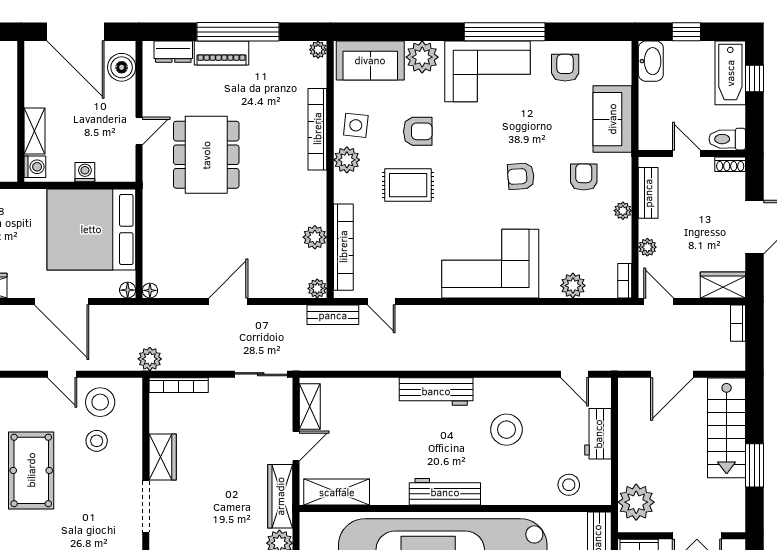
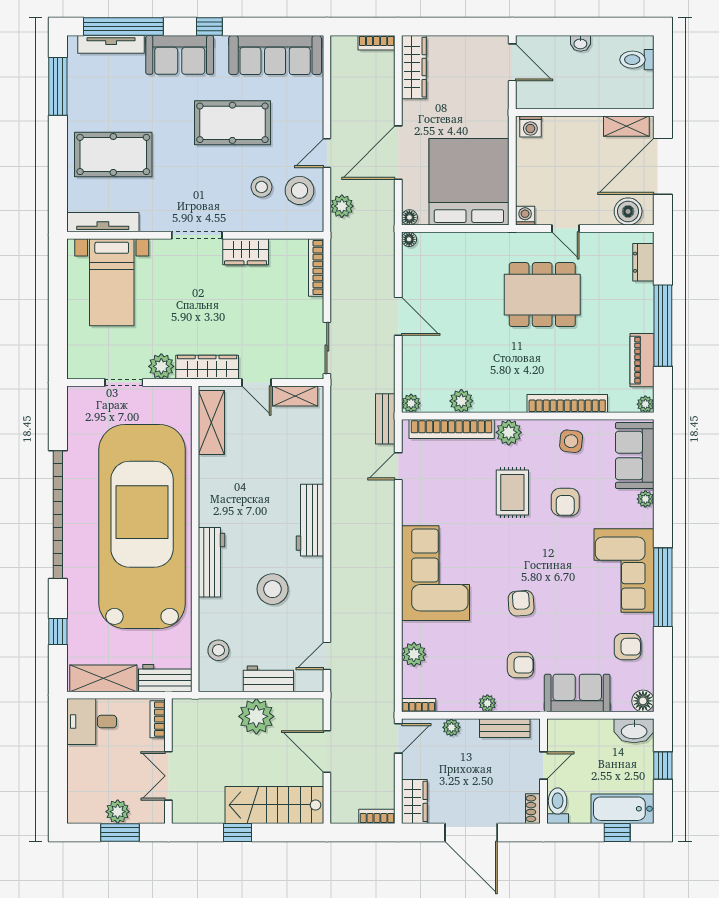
floor lamp: (620, 52) -> (643, 701), added
piano: (221, 53) -> (642, 360), moved
plant: (422, 57) -> (645, 499), width x0.53, depth x0.53
shelving: (35, 131) -> (626, 126), moved
plant: (347, 160) -> (509, 432), moved
washing machine: (85, 172) -> (525, 216), moved, turned -90
plant: (150, 359) -> (342, 206), moved
window: (755, 465) -> (238, 832), width x0.67
workbench: (445, 492) -> (212, 562), moved
plant: (636, 502) -> (256, 716), moved

